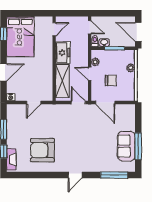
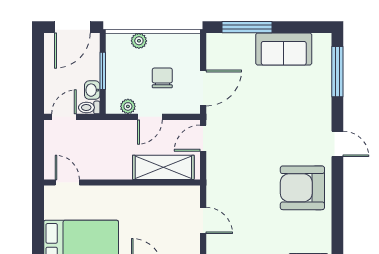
freezer: (63, 53) -> (111, 166), removed
window: (138, 146) -> (247, 27), moved
armchair: (42, 150) -> (302, 188), moved, turned 90

